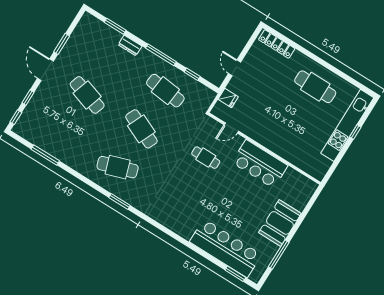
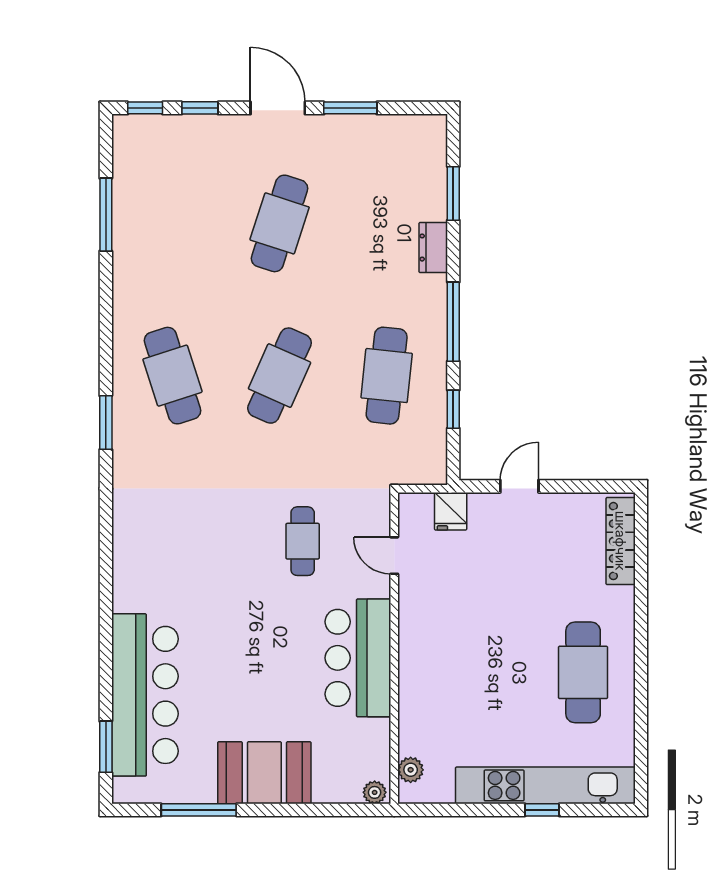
door: (45, 70) -> (278, 108), hinge flipped
plant: (312, 170) -> (411, 770), added
plant: (312, 188) -> (375, 792), added

